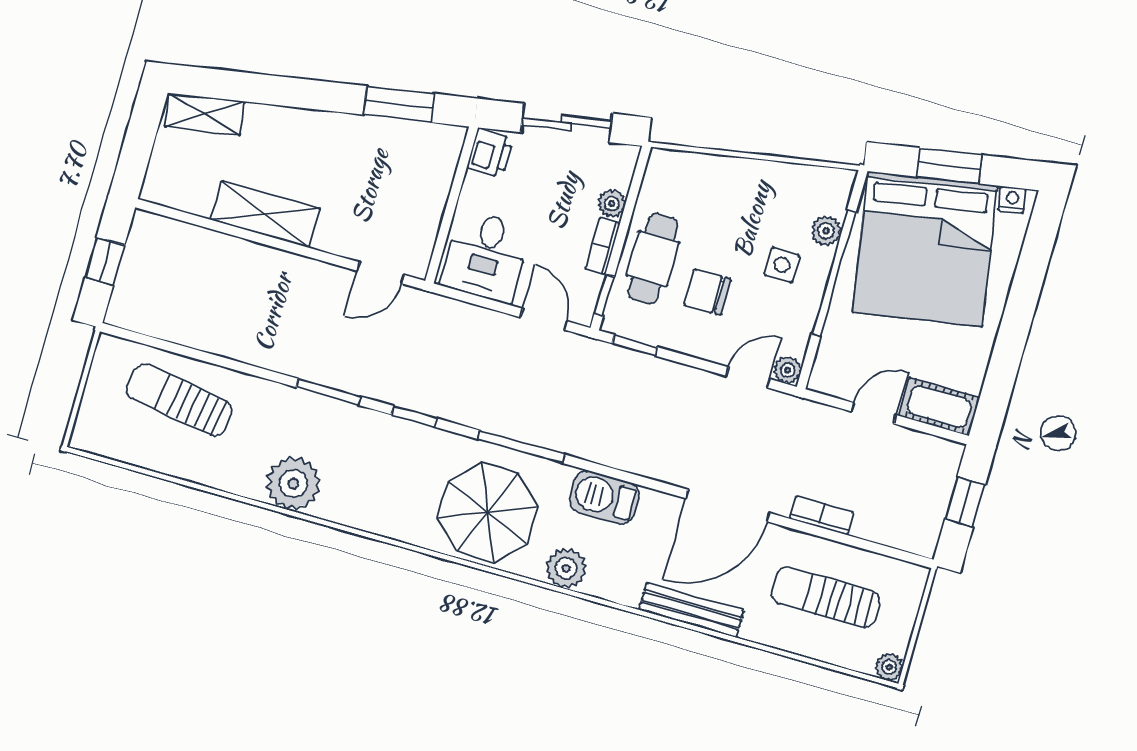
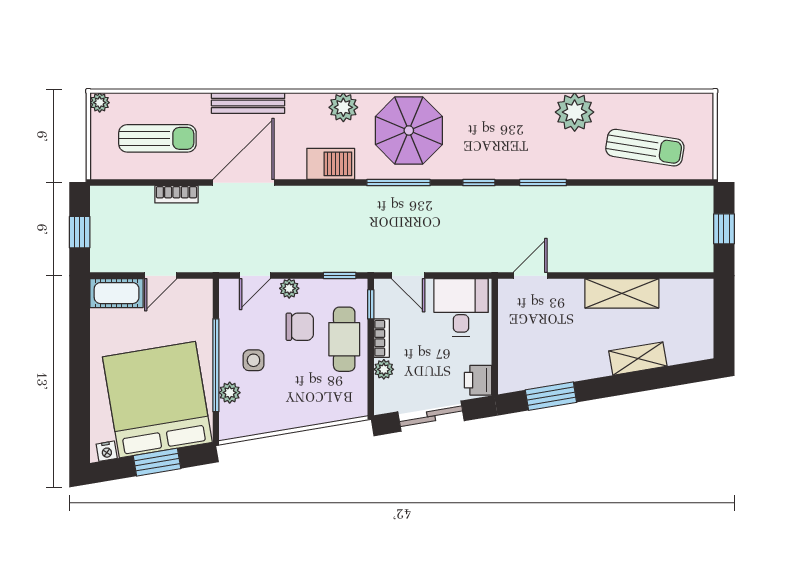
shelving: (204, 114) -> (638, 359), moved
plant: (788, 370) -> (289, 288), moved
plant: (293, 484) -> (575, 112), moved

